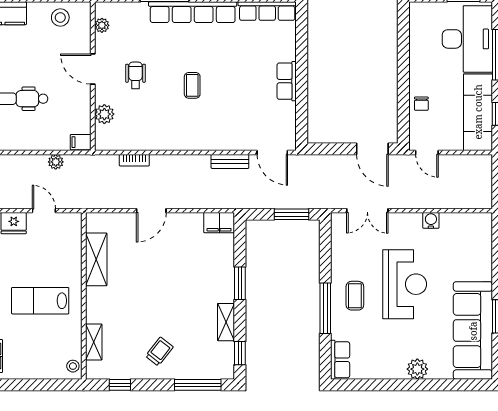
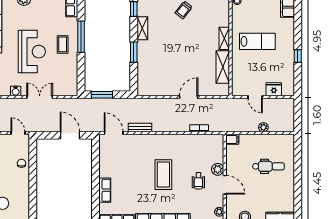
row of seats: (287, 81) -> (105, 190), moved
coffee table: (192, 85) -> (163, 175), width x1.86, depth x1.72
plant: (104, 114) -> (218, 169), moved
door: (372, 149) -> (70, 135), moved
plant: (56, 162) -> (263, 127), moved
double door: (367, 211) -> (40, 97), moved
filing cabinet: (219, 223) -> (147, 90), removed
reception desk: (405, 284) -> (32, 52), turned 180
shelving: (94, 342) -> (224, 38), moved

